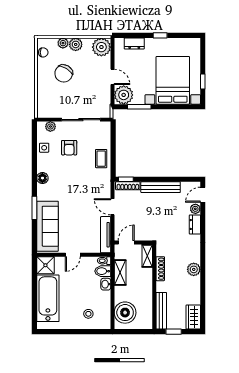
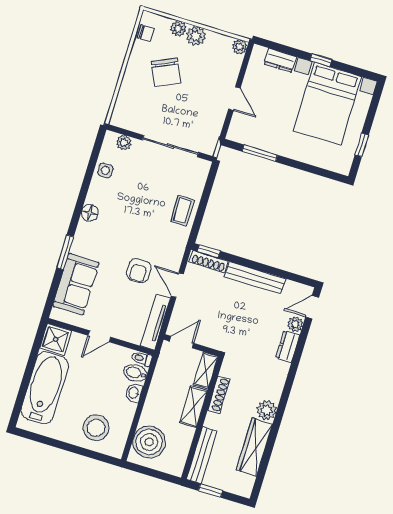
plant: (101, 47) -> (240, 47), width x0.53, depth x0.53
chair: (64, 73) -> (166, 72), turned -56
bed with nightstands: (173, 80) -> (327, 104), moved, turned 180
plant: (124, 95) -> (242, 129), removed
armchair: (69, 148) -> (139, 271), moved
sofa: (48, 226) -> (76, 284), width x0.73
shelving: (120, 273) -> (194, 407), moved
stool: (88, 314) -> (96, 428), width x1.89, depth x1.89
wardrobe: (193, 317) -> (254, 447), moved, width x1.50

